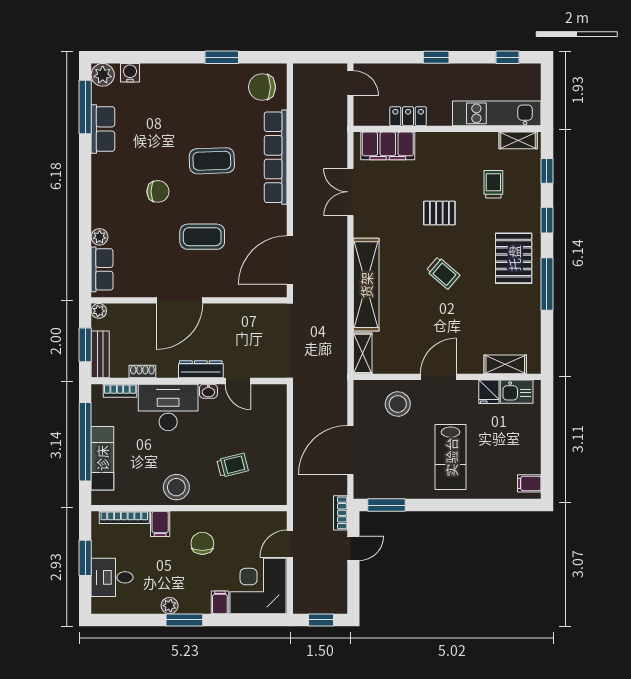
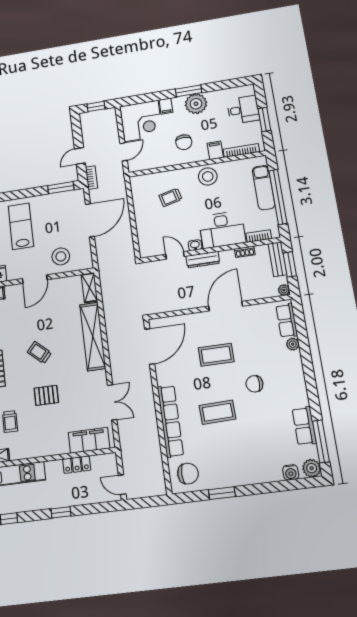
plant: (170, 606) -> (196, 104), width x1.88, depth x1.88

